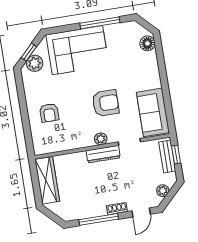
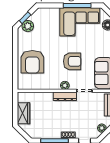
corner sofa: (77, 50) -> (80, 22), moved
armchair: (49, 113) -> (32, 62), width x1.88, depth x1.88
wardrobe: (47, 180) -> (23, 113), width x0.67

